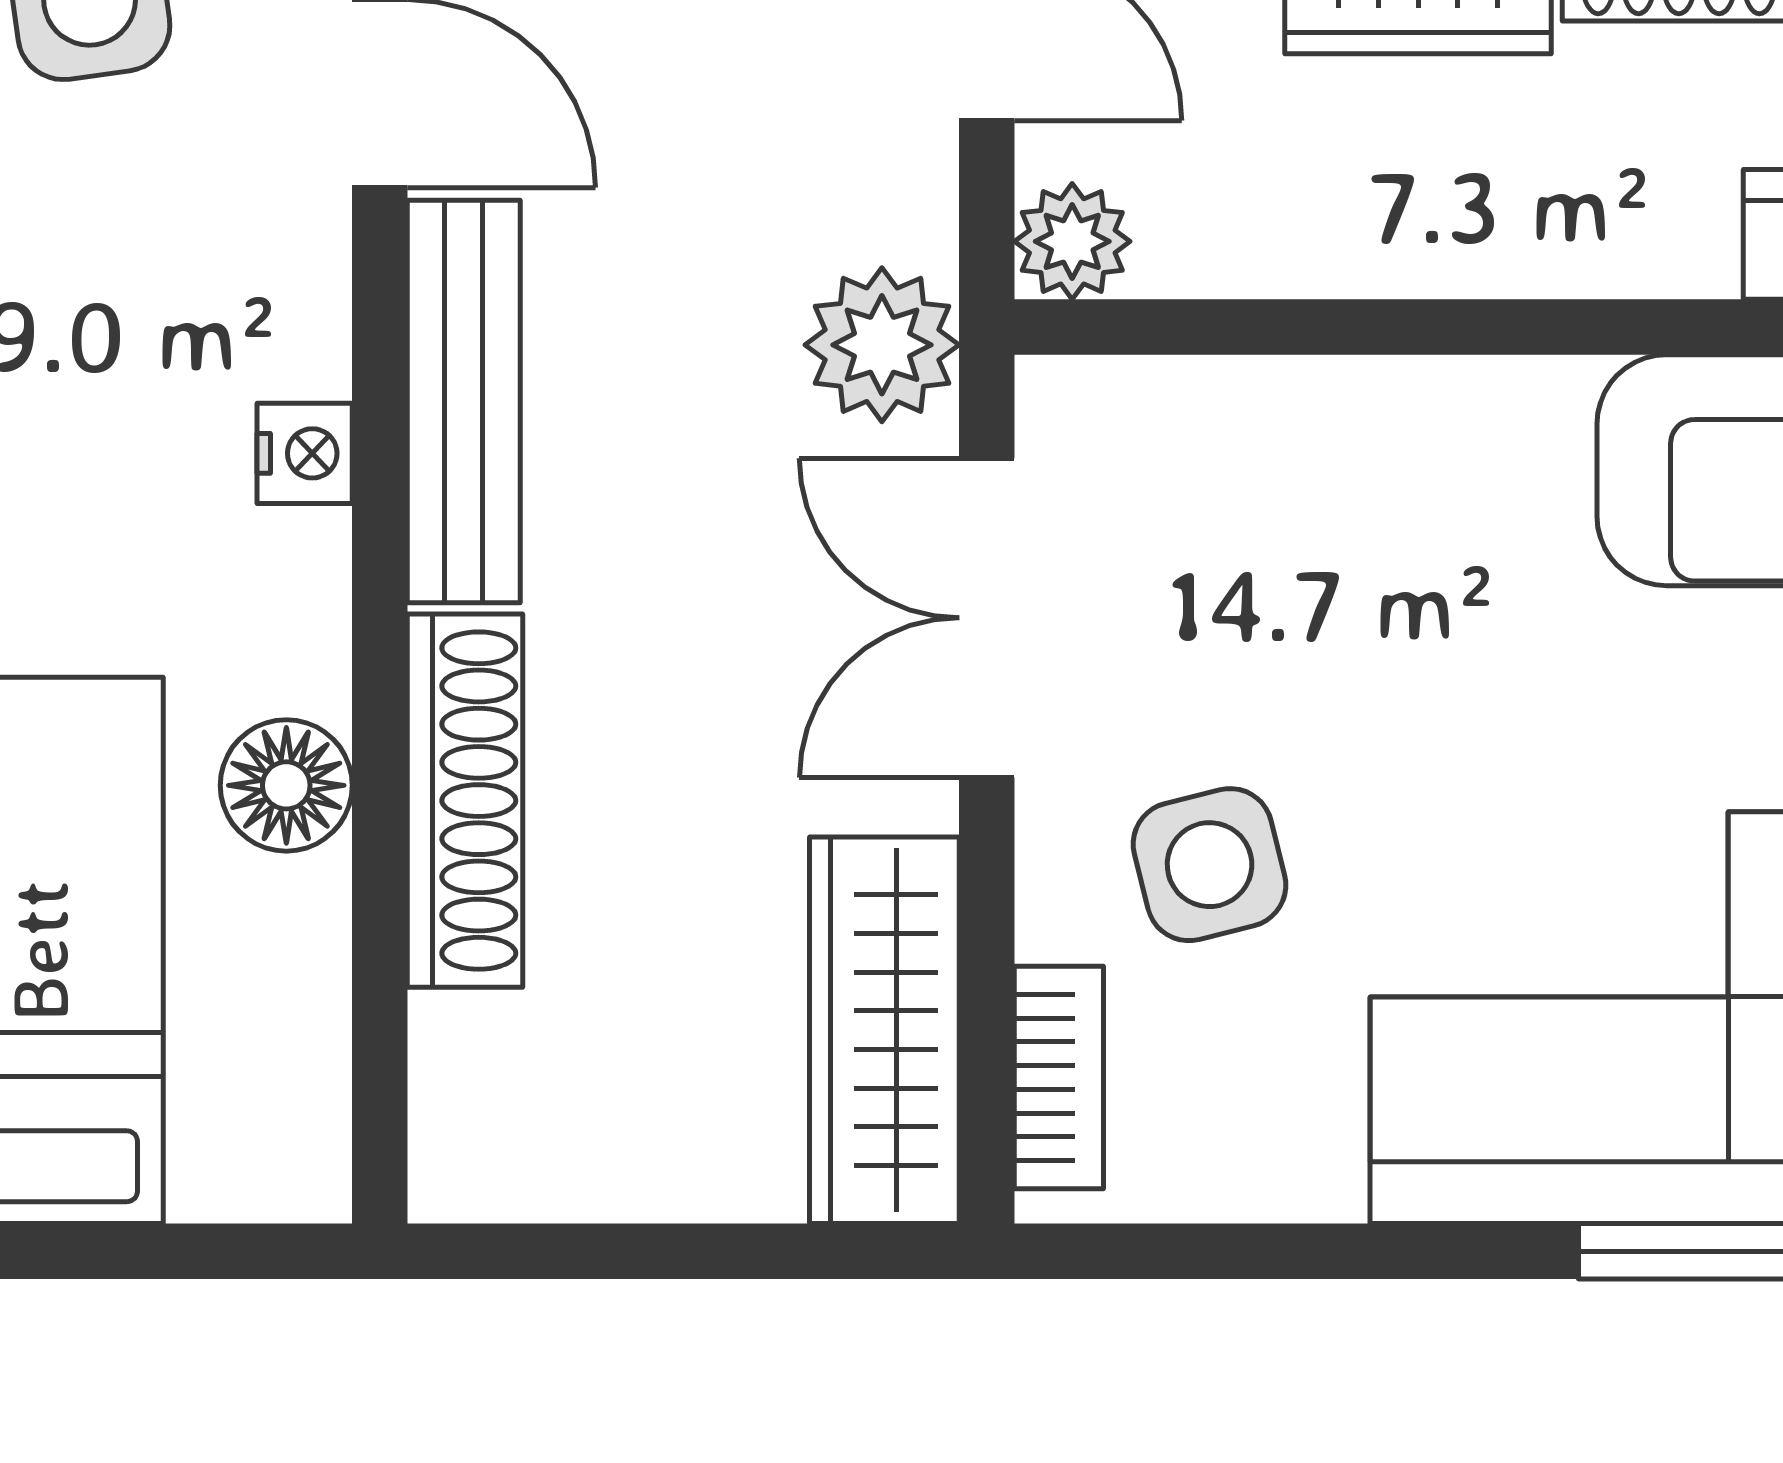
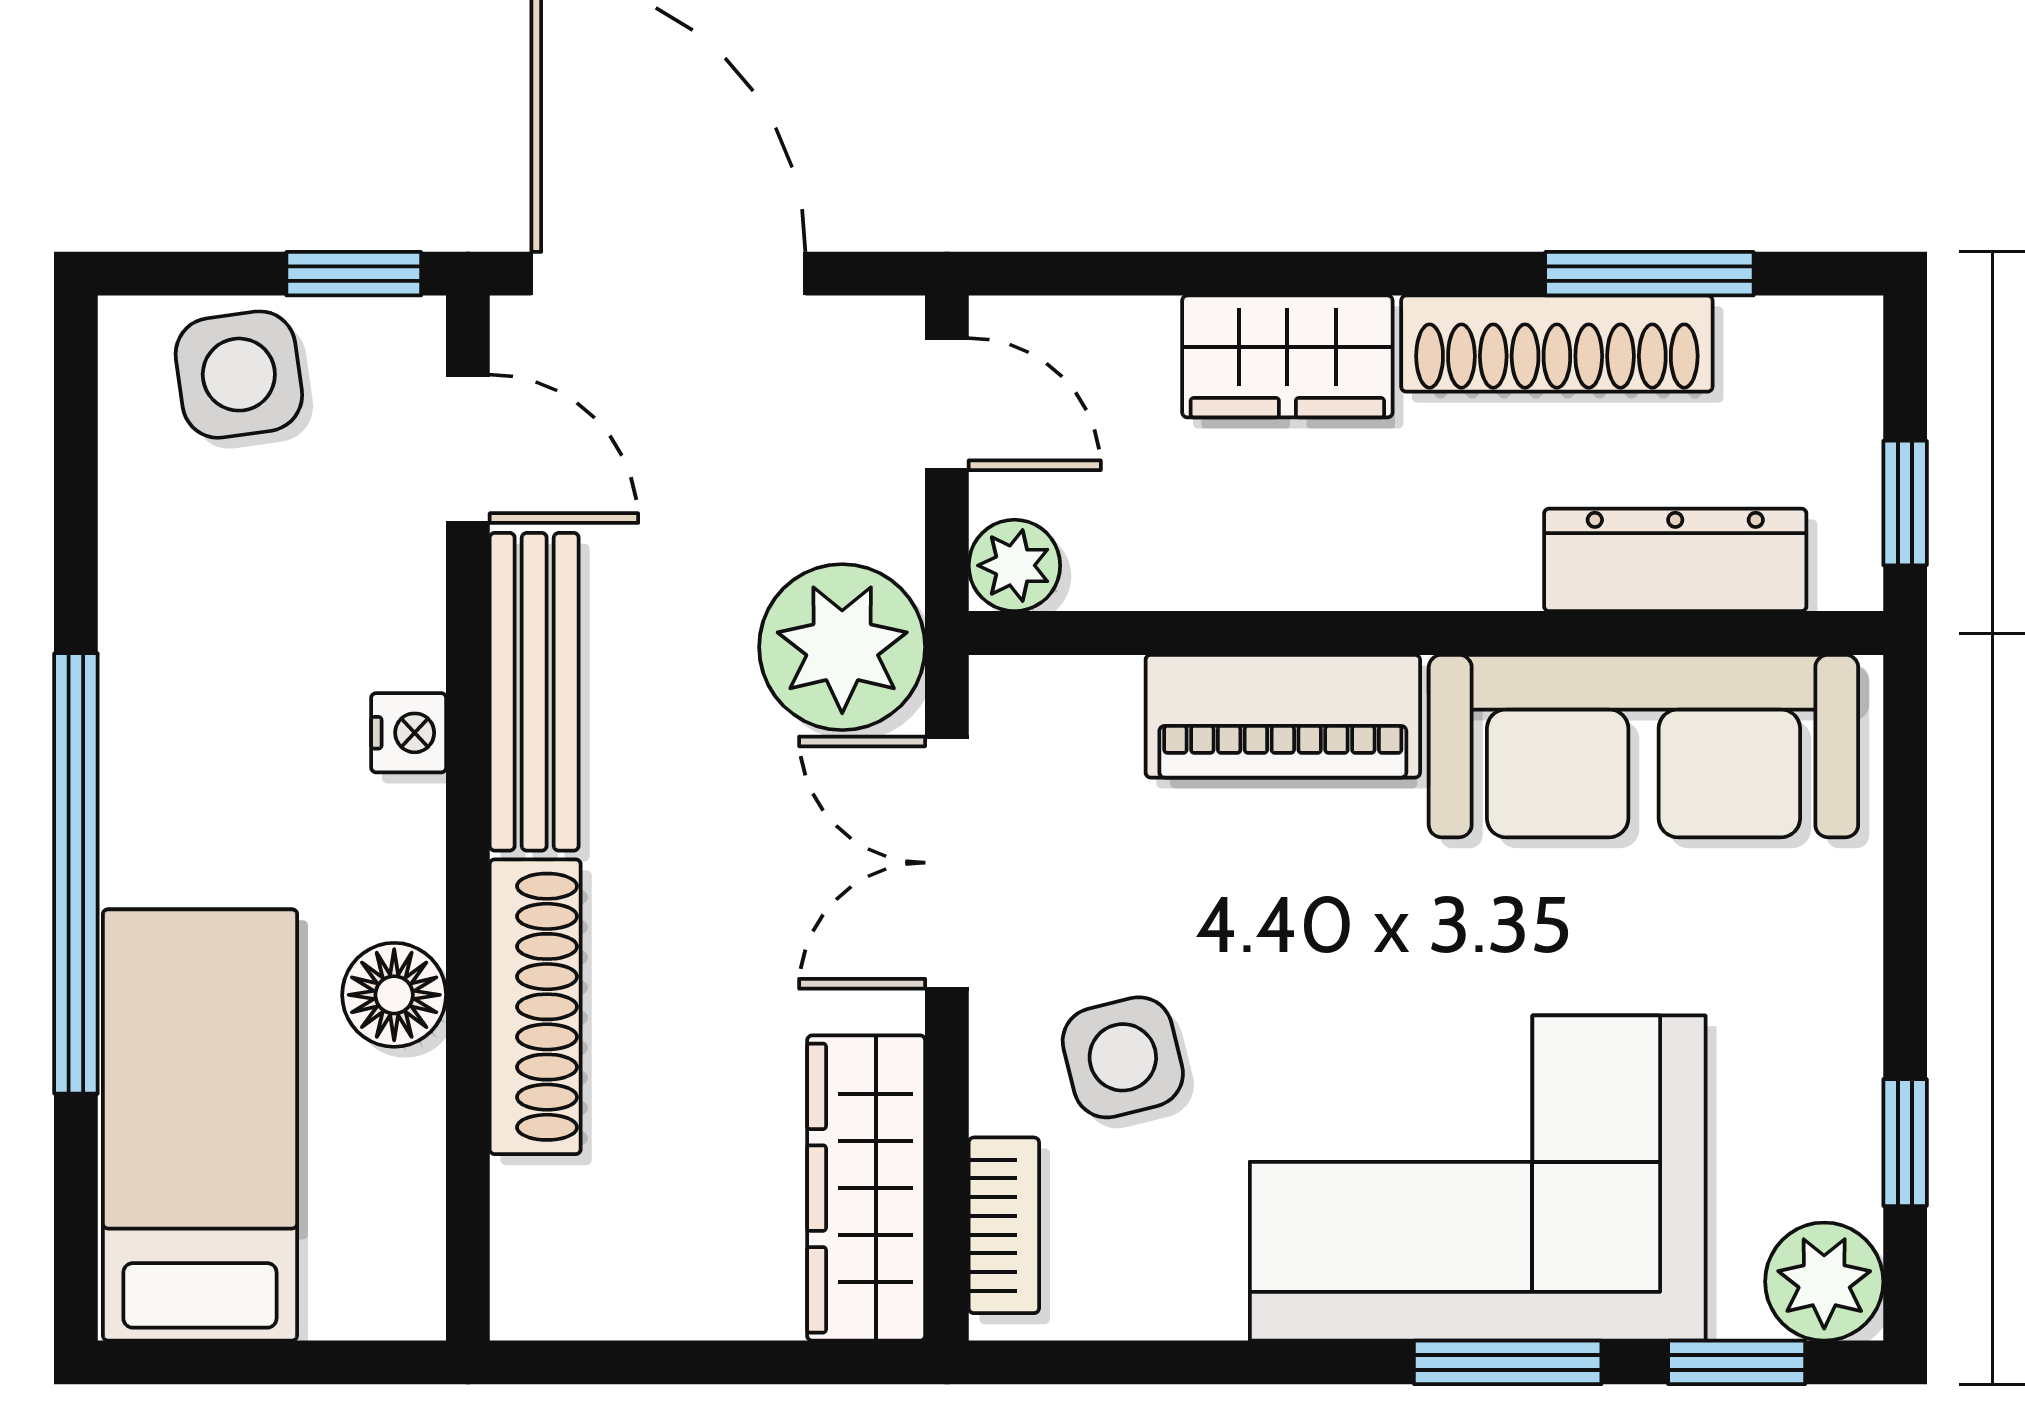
plant: (882, 345) -> (842, 647), width x1.36, depth x1.36
piano: (1412, 432) -> (1283, 716), added

